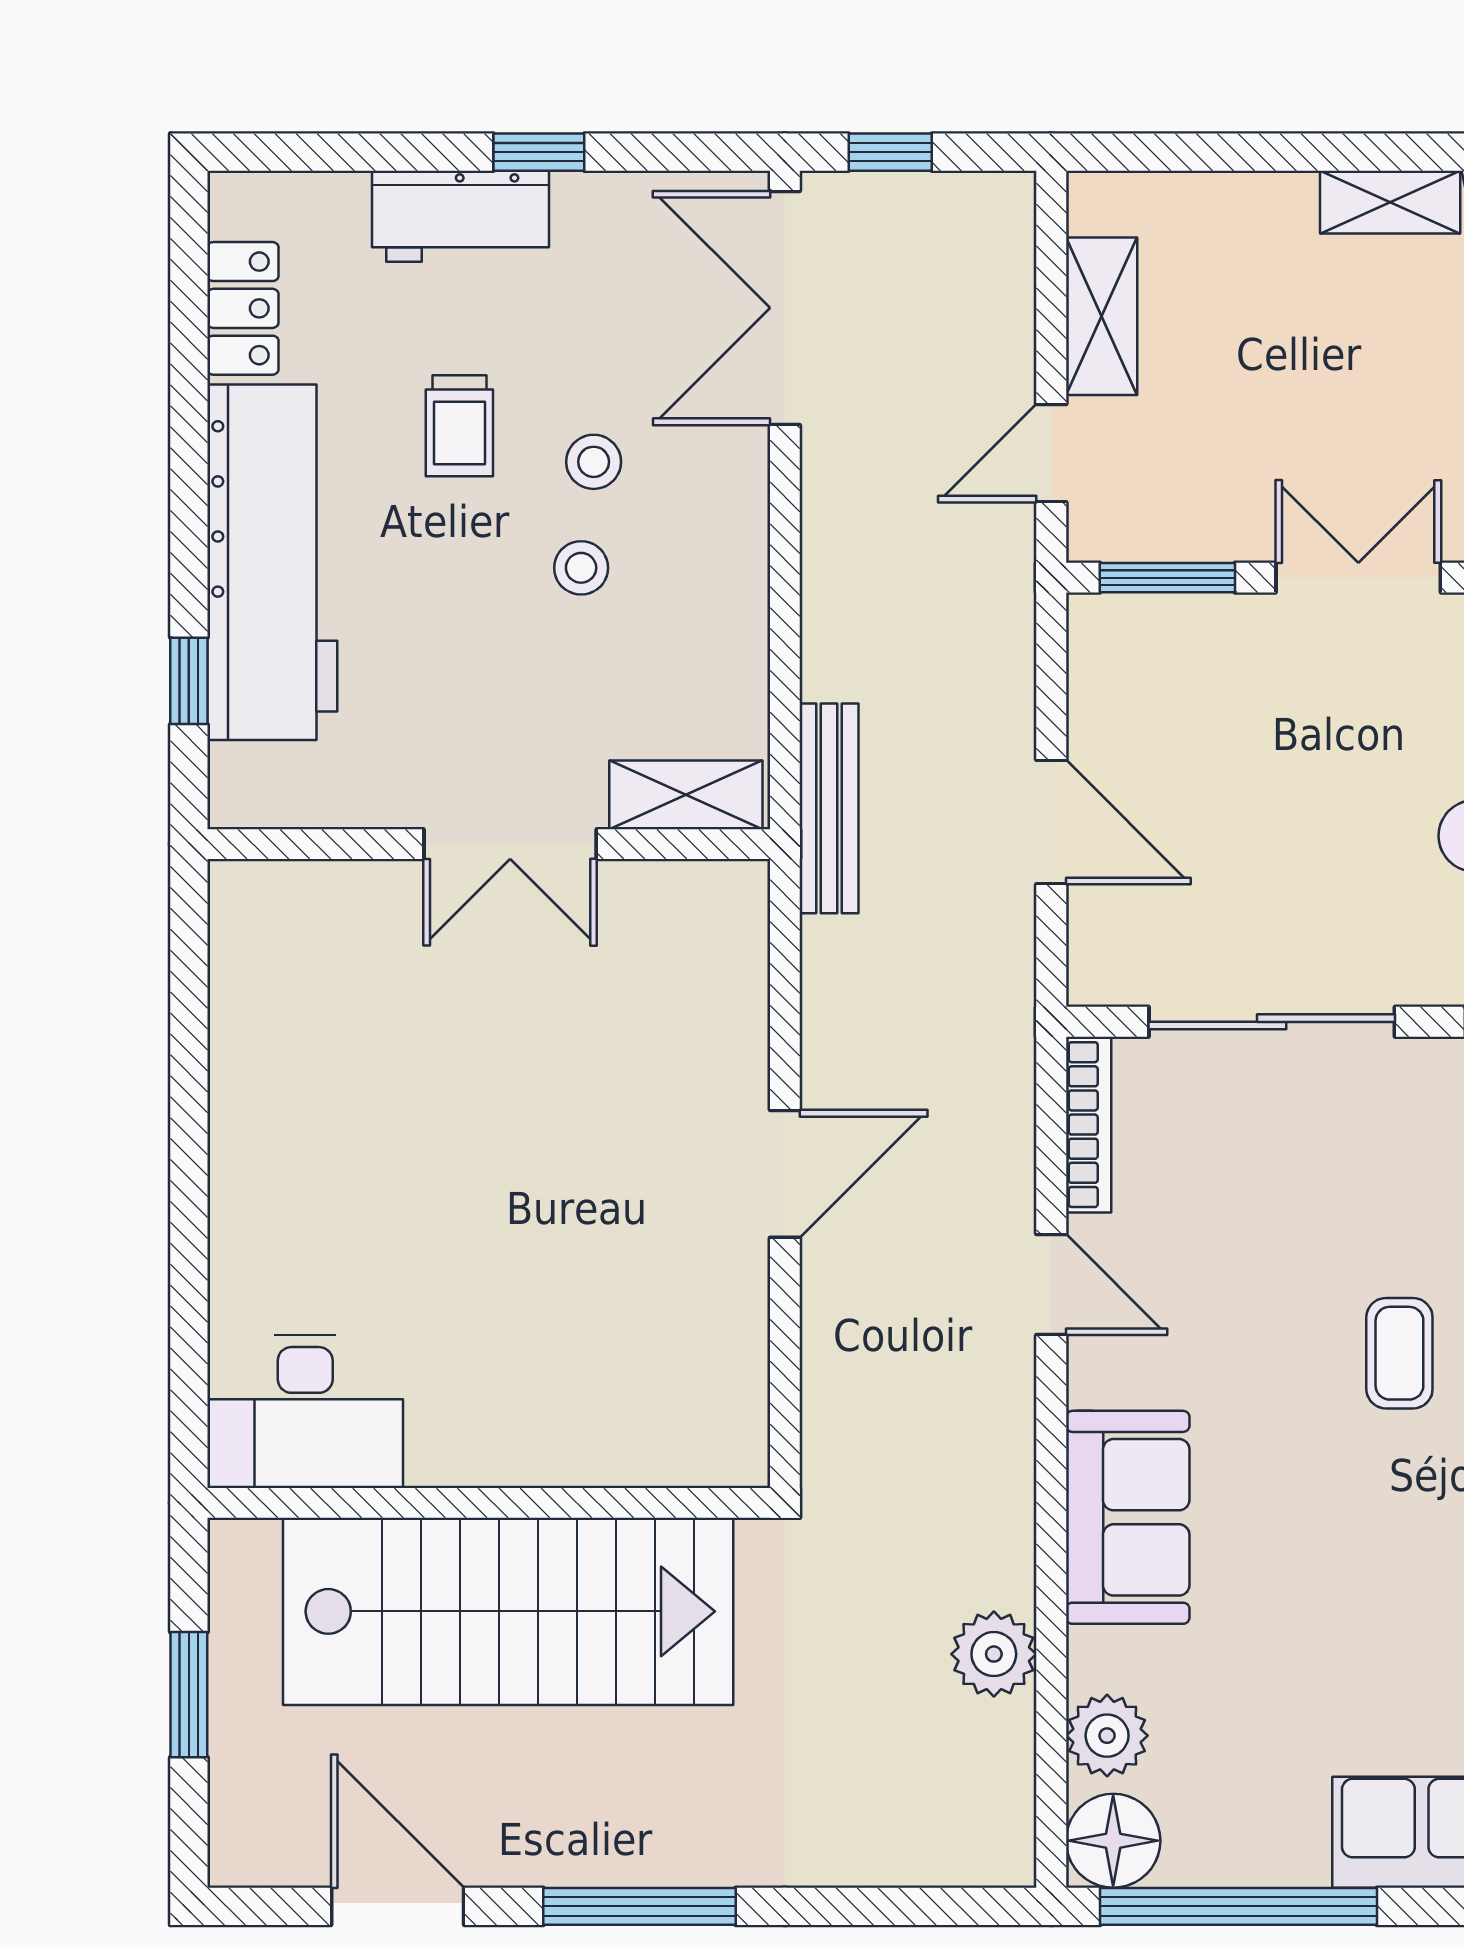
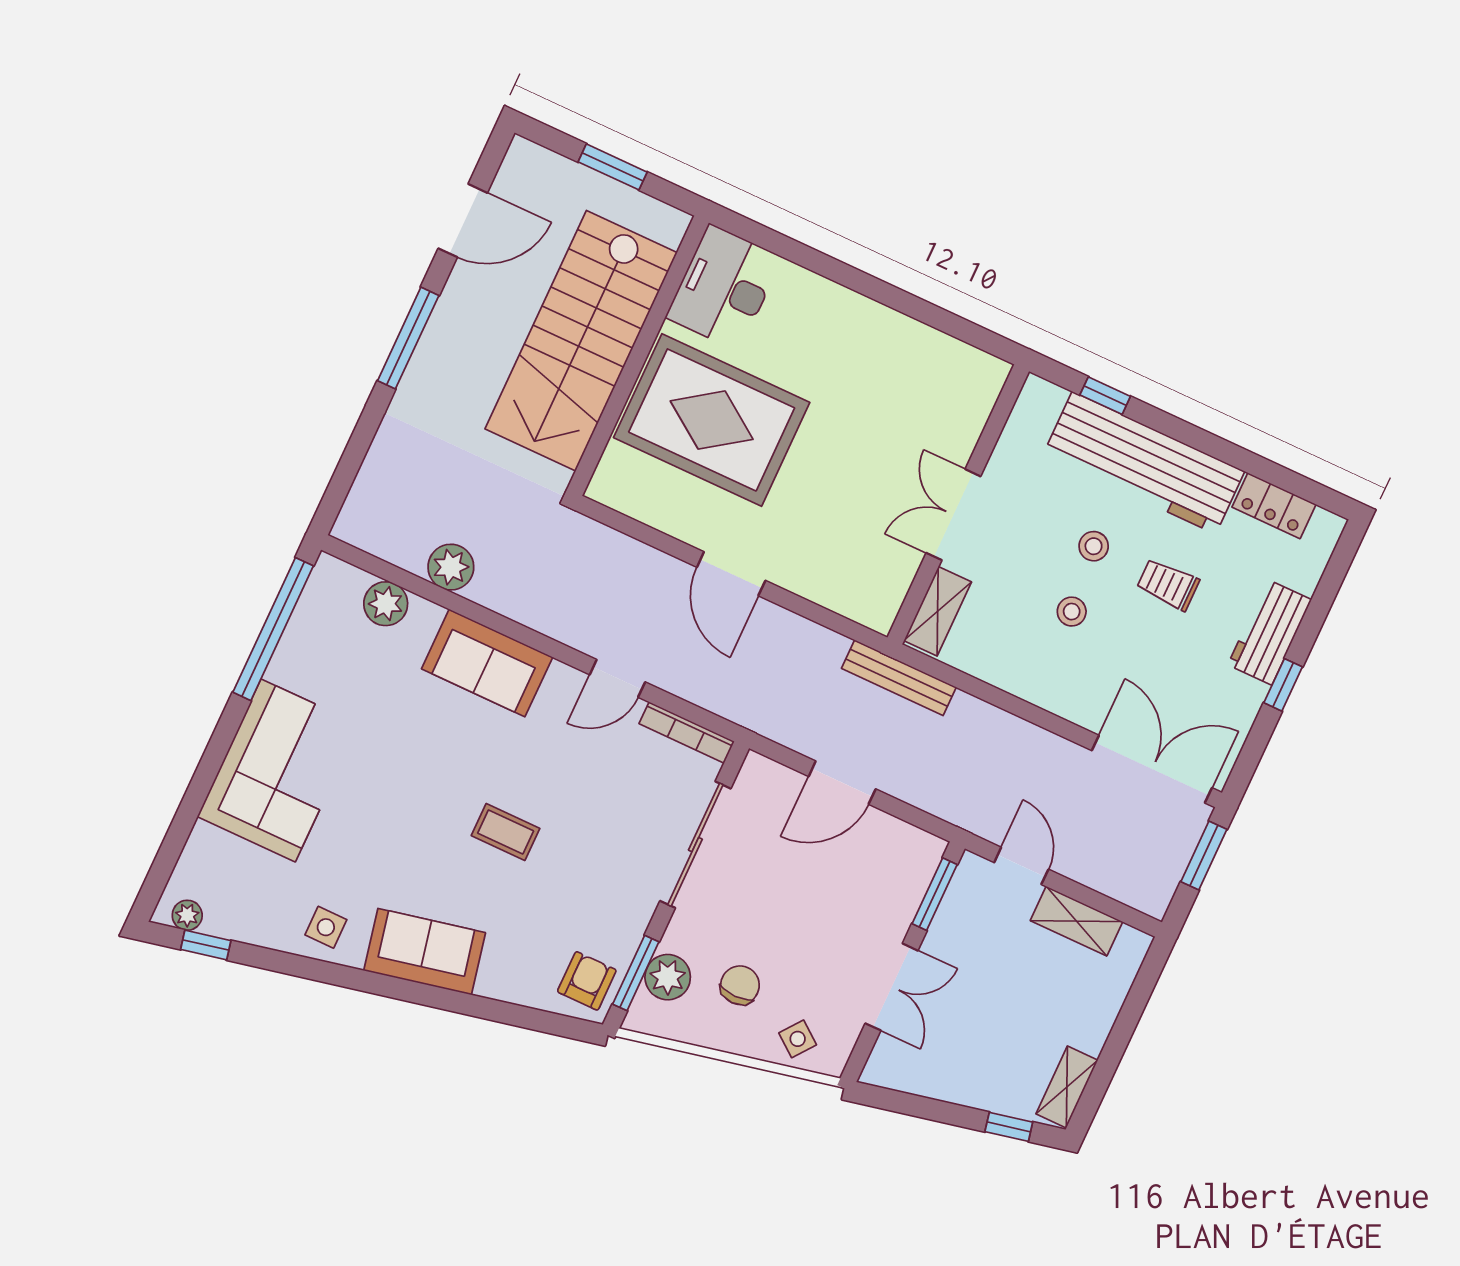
window: (890, 152) -> (1204, 856), width x1.50
stool: (594, 462) -> (1094, 546), moved
rug: (540, 1328) -> (712, 420), added
floor lamp: (1113, 1841) -> (333, 583), removed

